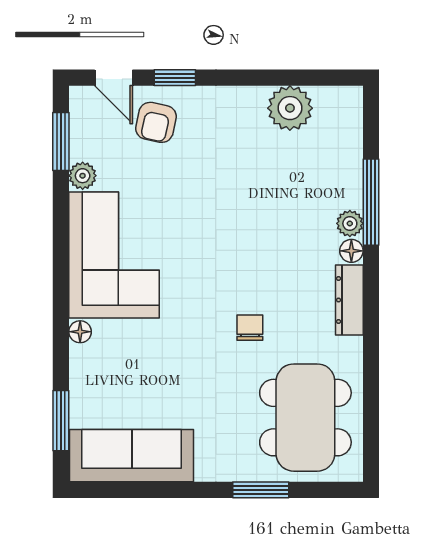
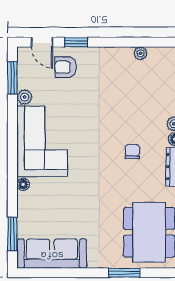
plant: (290, 108) -> (141, 53), width x0.53, depth x0.53
armchair: (156, 122) -> (66, 67), turned 78
chair: (250, 328) -> (132, 152), moved

